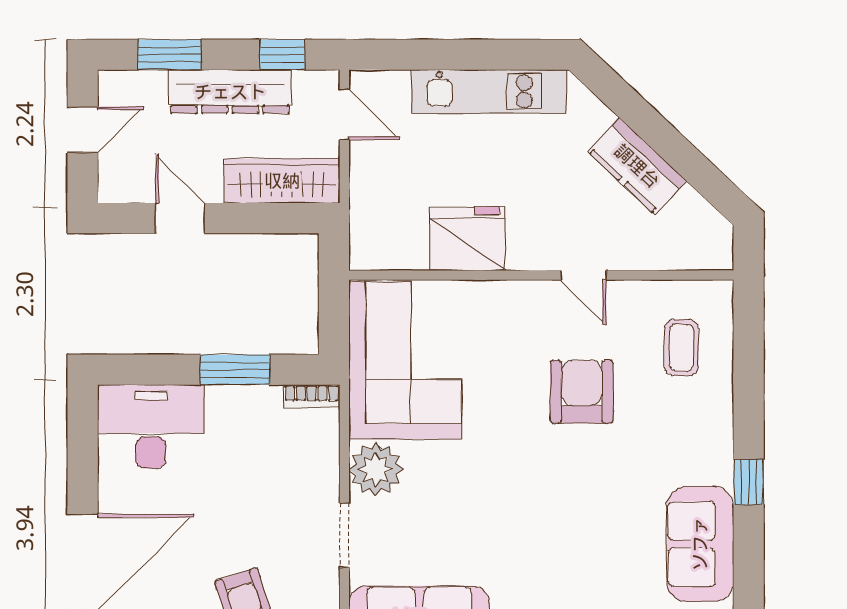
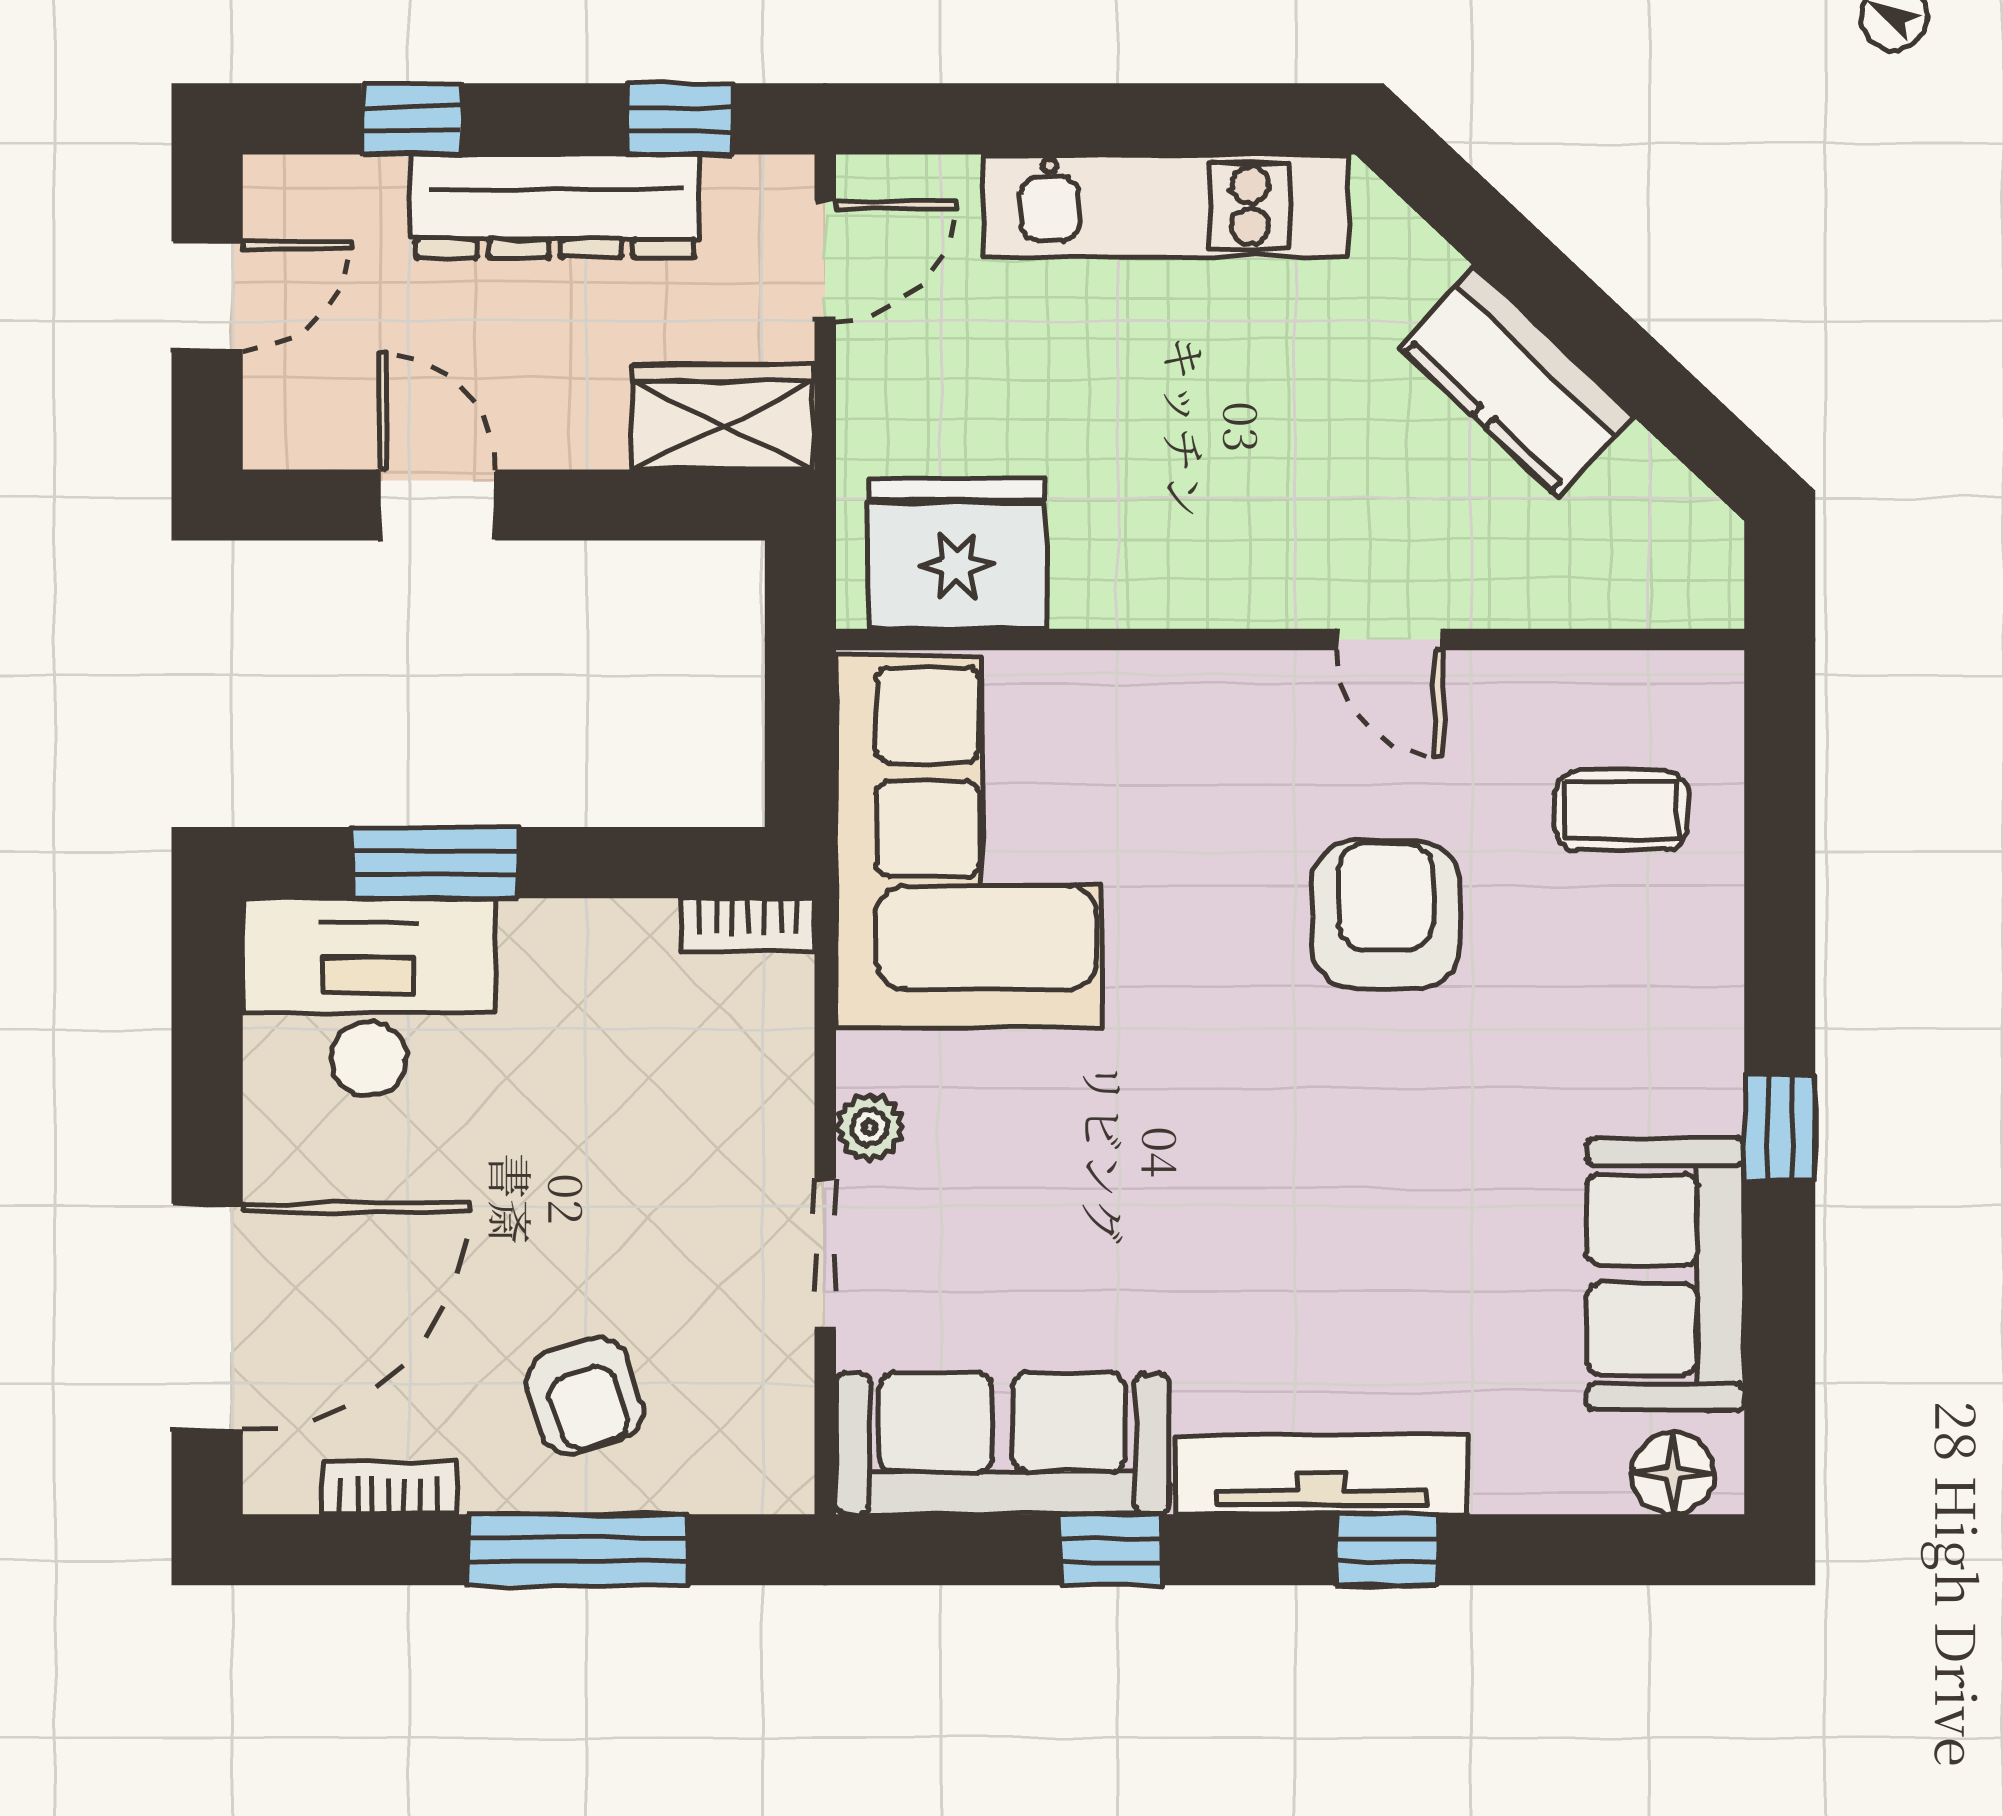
window: (169, 55) -> (412, 119), width x0.67
door: (344, 114) -> (825, 260), hinge flipped
wardrobe: (282, 181) -> (723, 417), width x0.67
fridge: (467, 239) -> (957, 554), moved
coffee table: (681, 348) -> (1621, 810), turned 90
window: (235, 370) -> (435, 863), moved
plant: (376, 469) -> (870, 1127), width x0.53, depth x0.53

